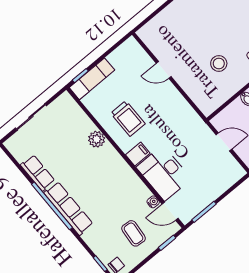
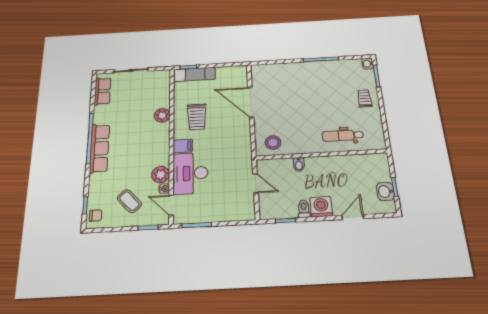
stool: (219, 63) -> (273, 143), moved
door: (164, 70) -> (251, 102), width x1.87
row of seats: (38, 173) -> (102, 91), moved
plant: (140, 192) -> (161, 175), added
coffee table: (134, 233) -> (129, 201), turned -47

